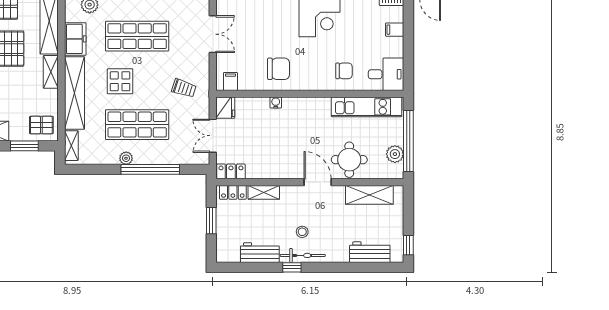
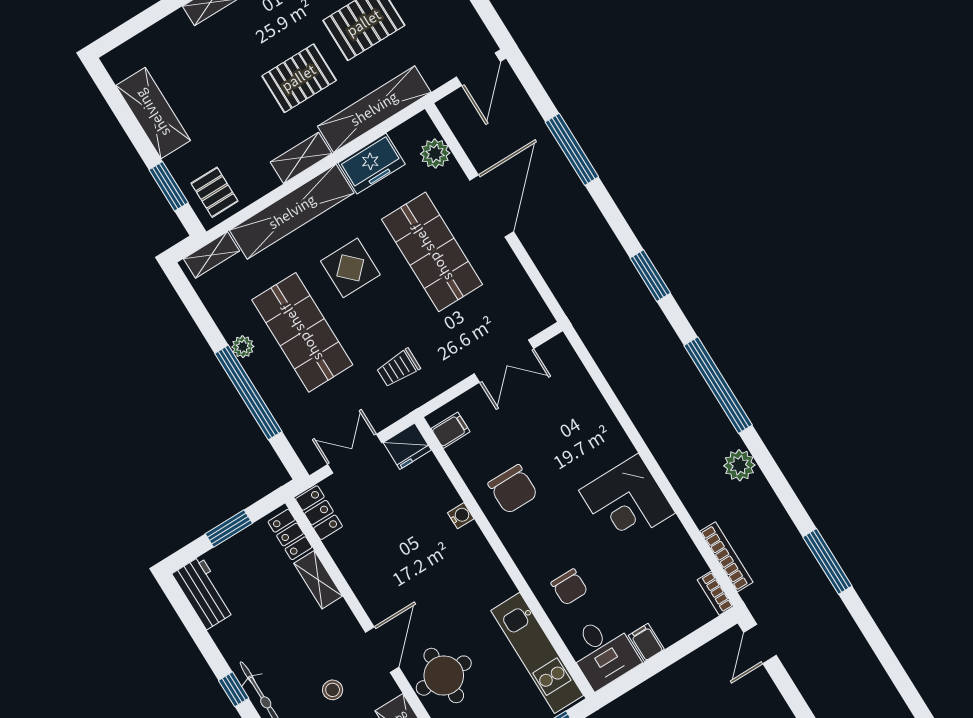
filing cabinet: (395, 30) -> (646, 642), moved
trolley: (184, 88) -> (398, 368), turned 72
stool: (302, 232) -> (333, 690), moved
workbench: (260, 253) -> (204, 593), moved

